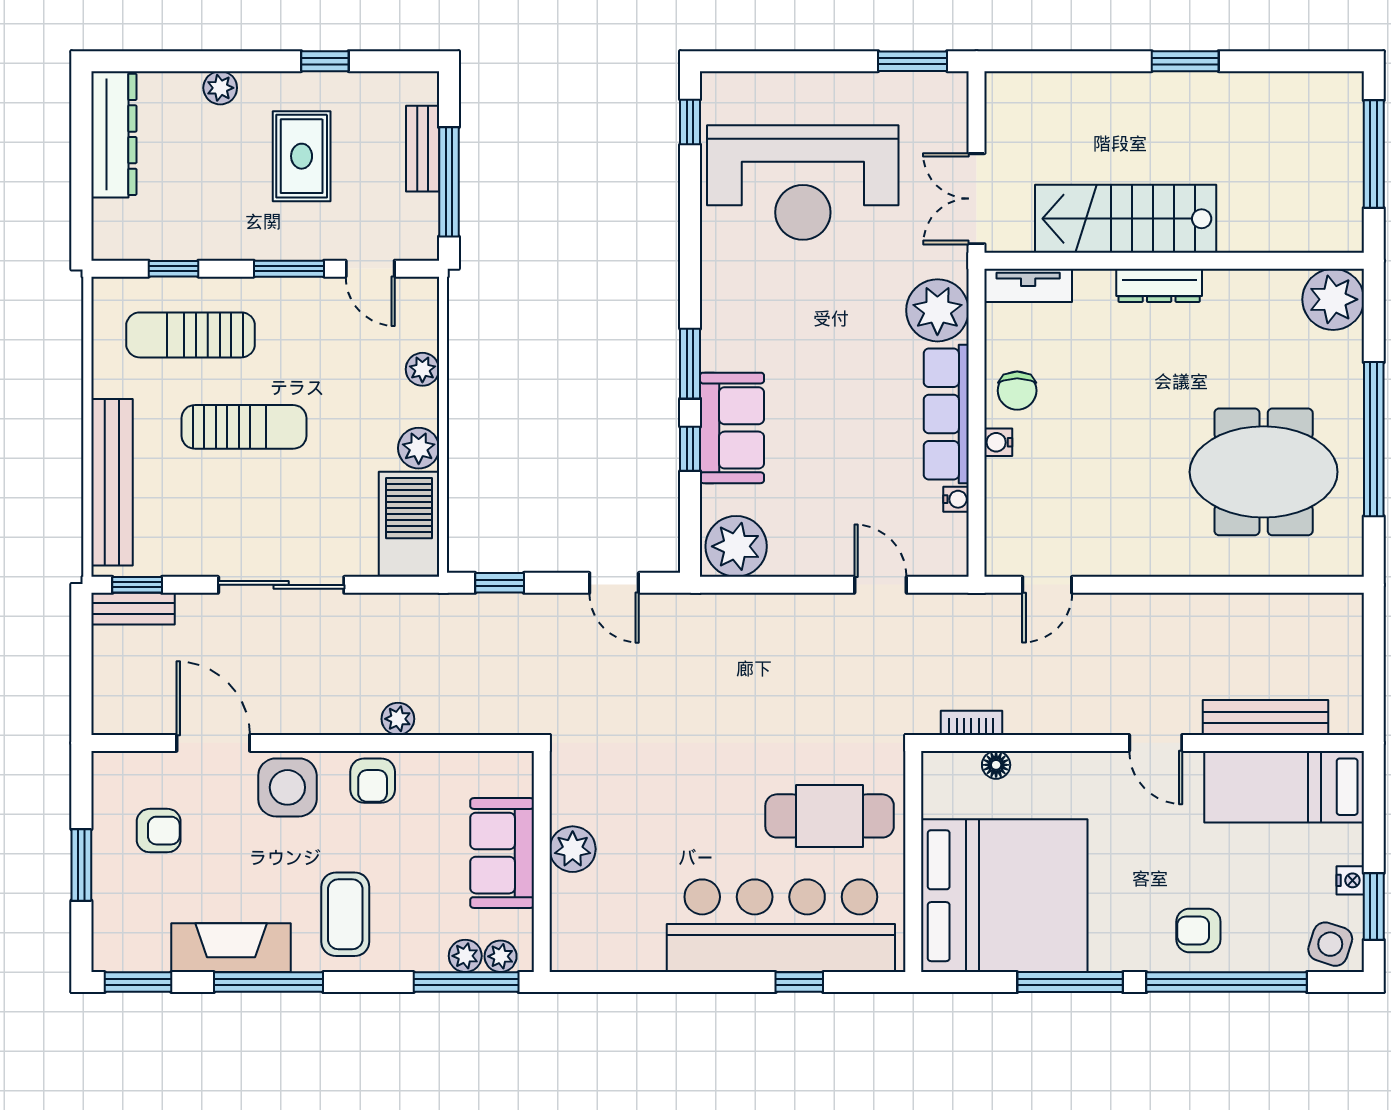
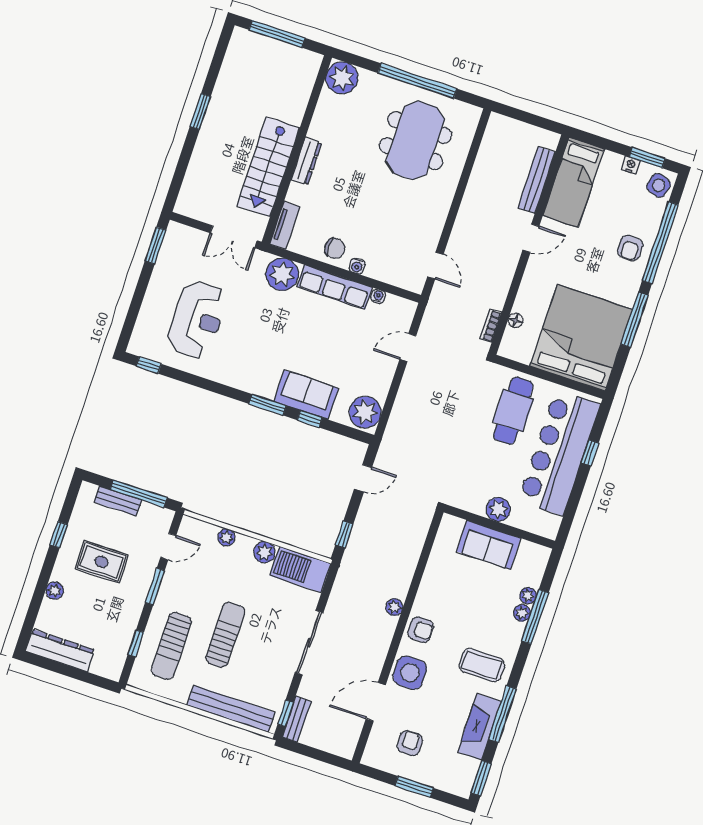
reception desk: (803, 182) -> (197, 320), width x0.74, depth x0.77
plant: (573, 849) -> (498, 509), moved
sofa: (502, 853) -> (489, 545), moved
wall: (542, 861) -> (499, 527), moved

